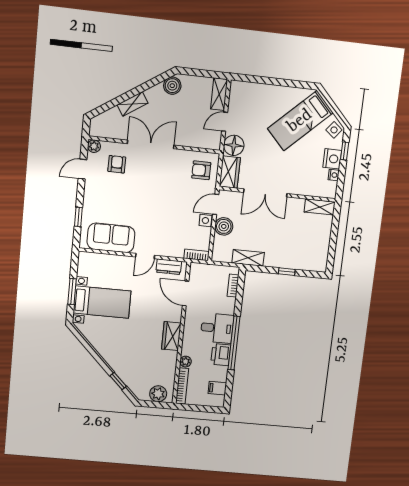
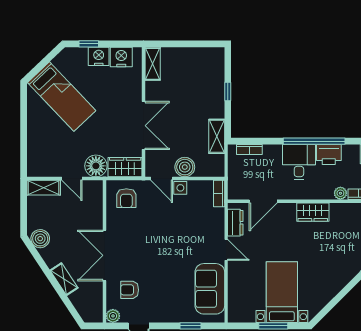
side table: (334, 130) -> (68, 59), removed
nightstand: (334, 175) -> (121, 57), width x1.89, depth x1.79

